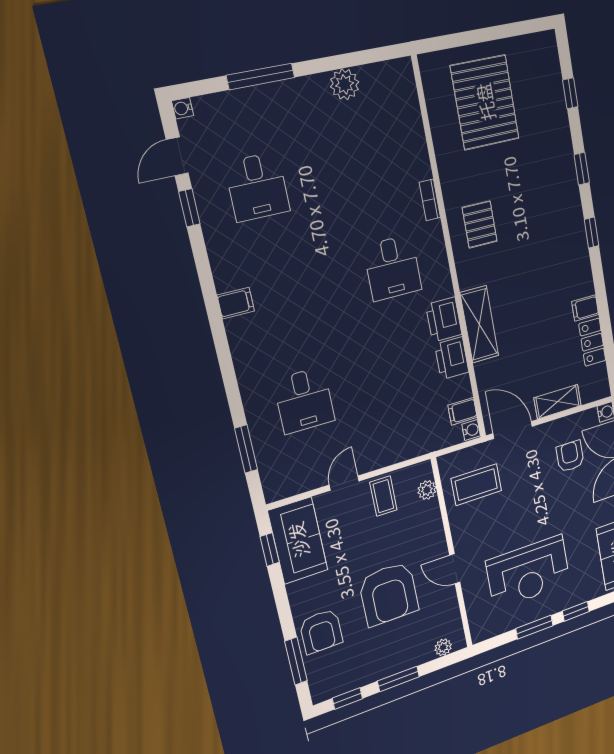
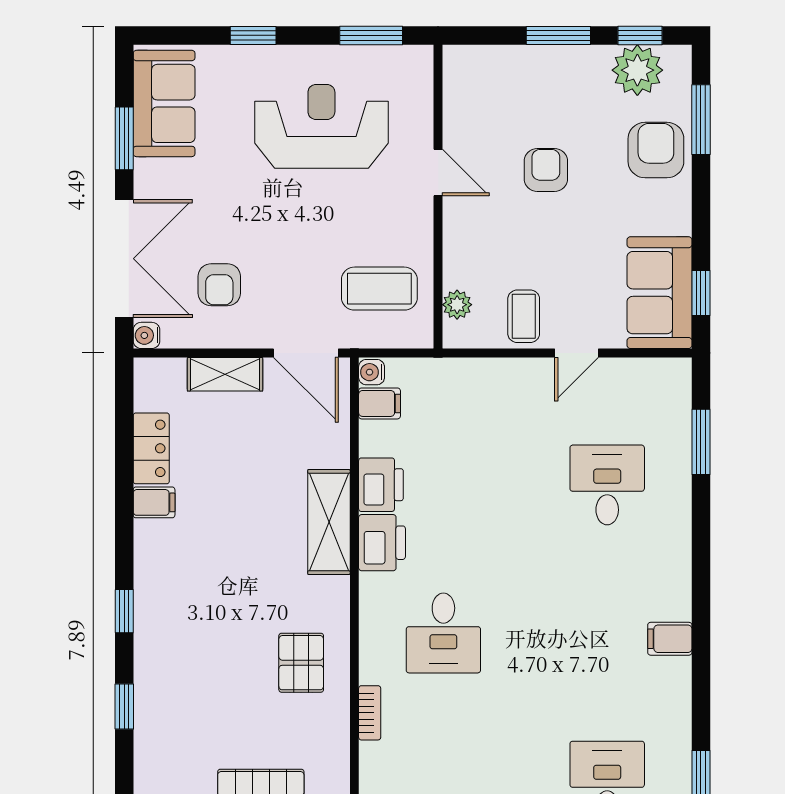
desk: (393, 268) -> (443, 633), turned 180
armchair: (389, 594) -> (546, 170), width x0.53, depth x0.53
window: (534, 627) -> (371, 35), moved
plant: (443, 647) -> (637, 70), moved, width x1.88, depth x1.88

